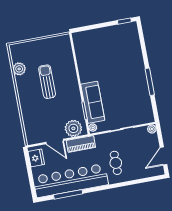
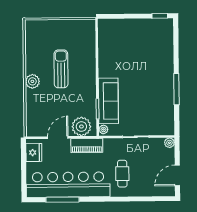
plant: (19, 69) -> (32, 81), moved
door: (55, 141) -> (58, 138), swing flipped

